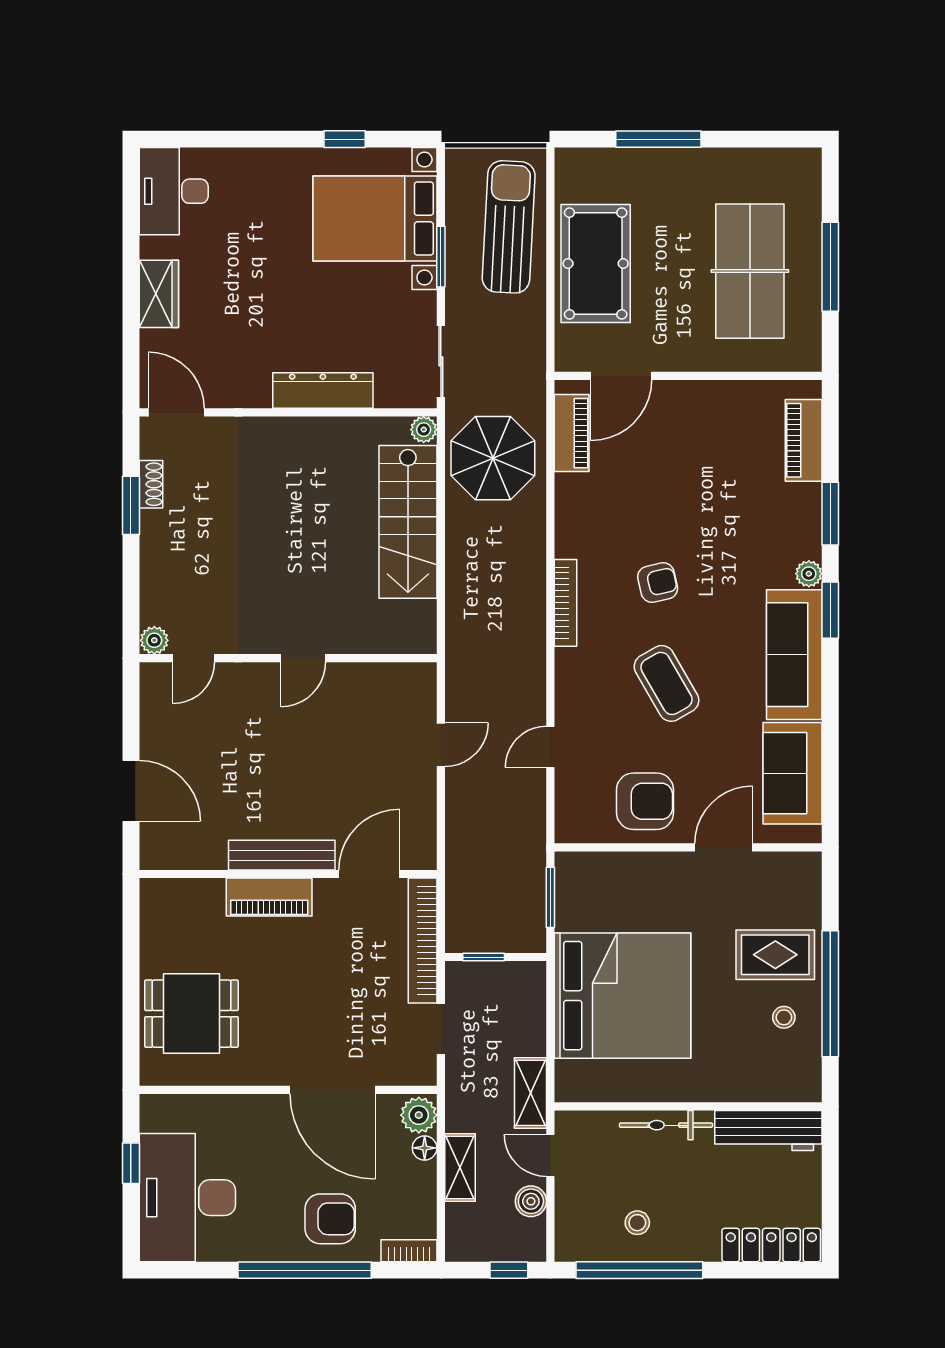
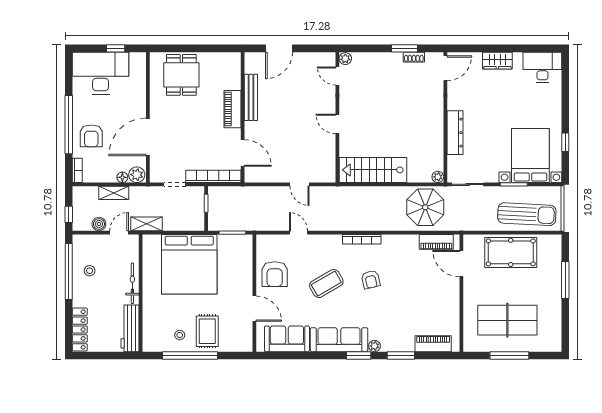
stairs: (408, 522) -> (373, 170), moved
bench: (282, 855) -> (251, 97), moved

